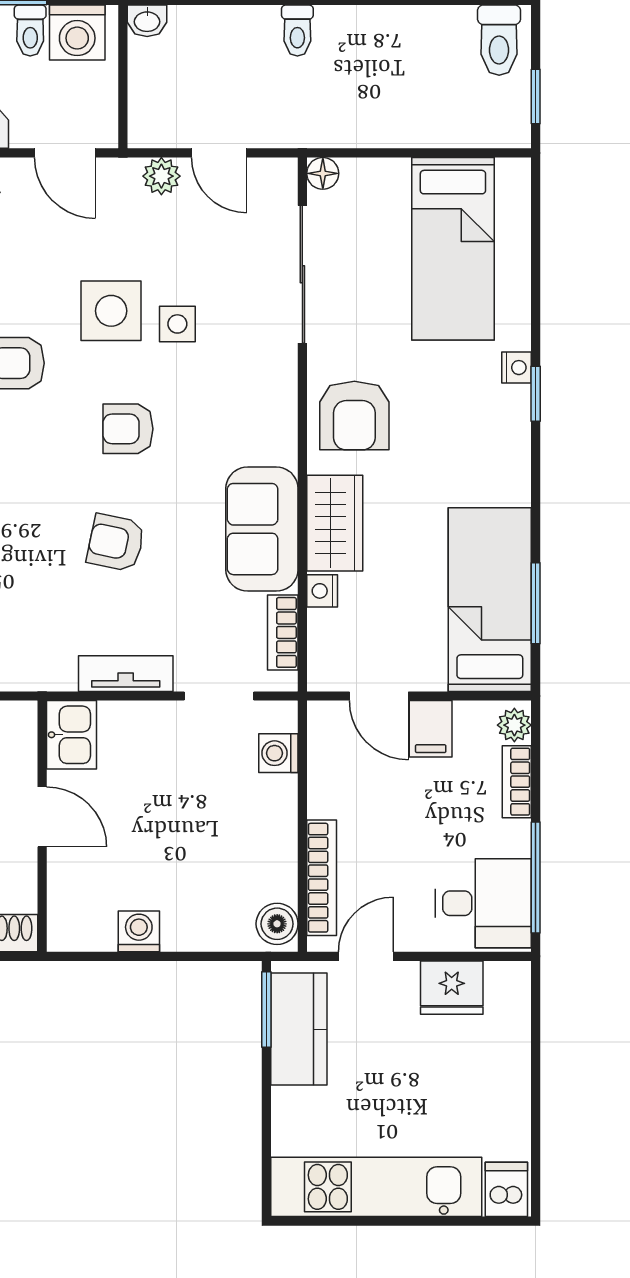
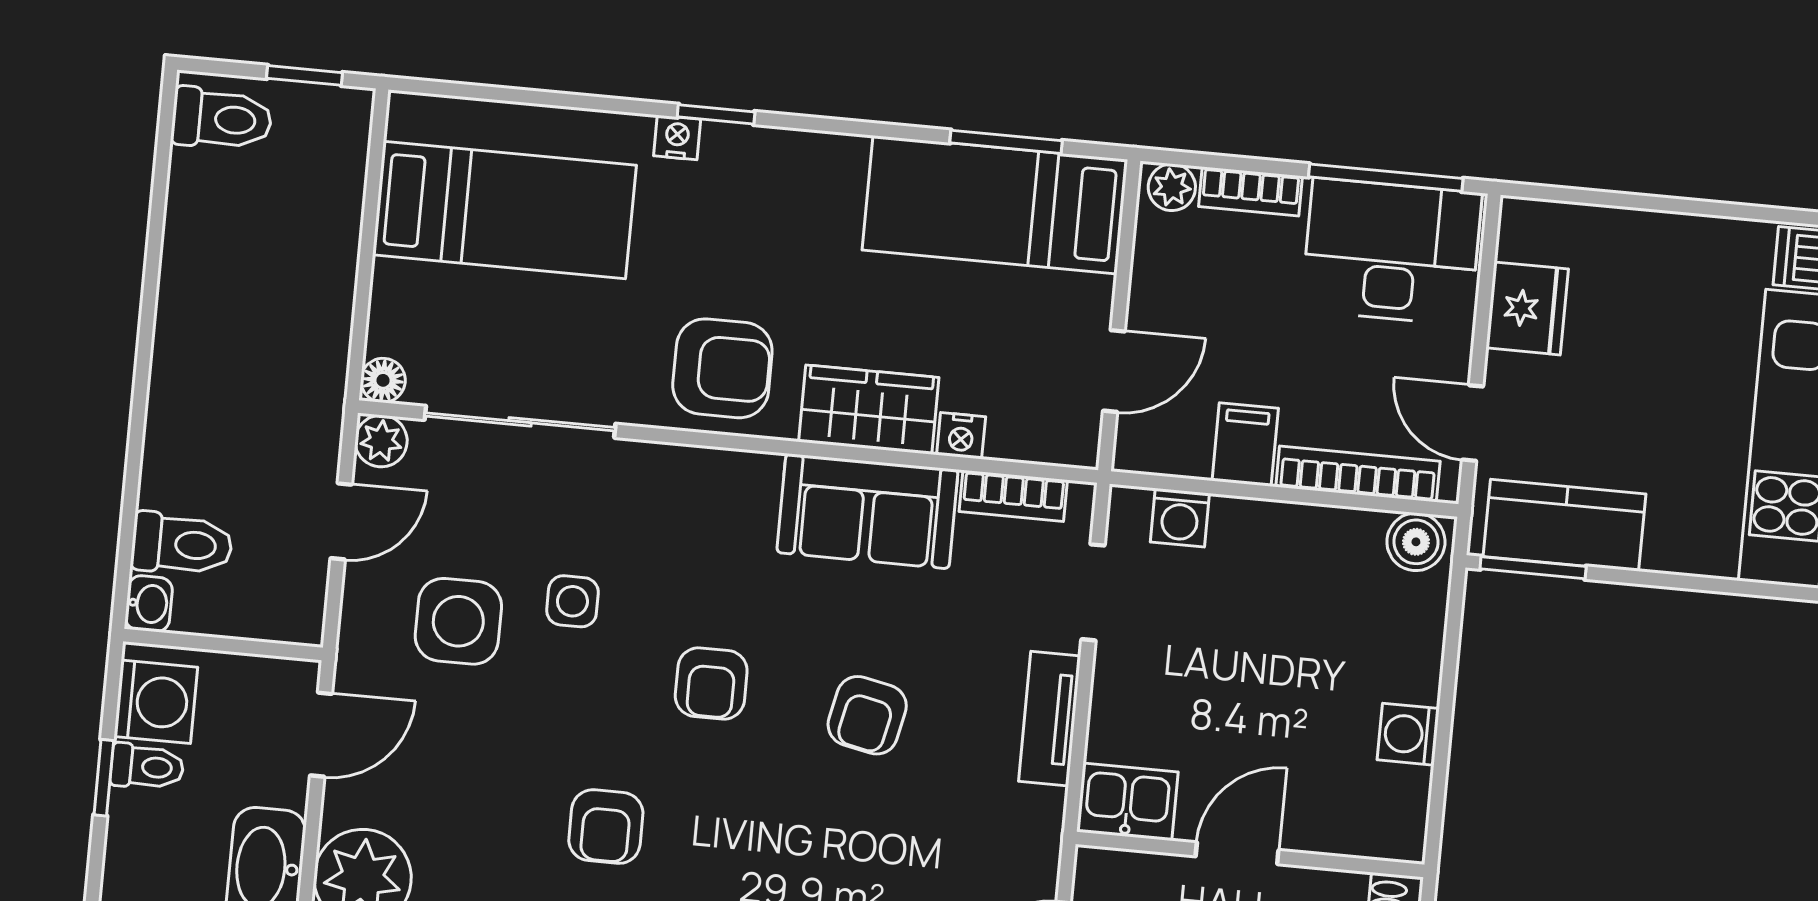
toilet: (297, 30) -> (182, 544), moved, width x1.37, depth x1.39
plant: (161, 176) -> (381, 441), moved
side table: (111, 311) -> (458, 621), moved
filing cabinet: (431, 729) -> (1245, 445), moved, turned -90
desk: (483, 903) -> (1391, 252), width x1.37

